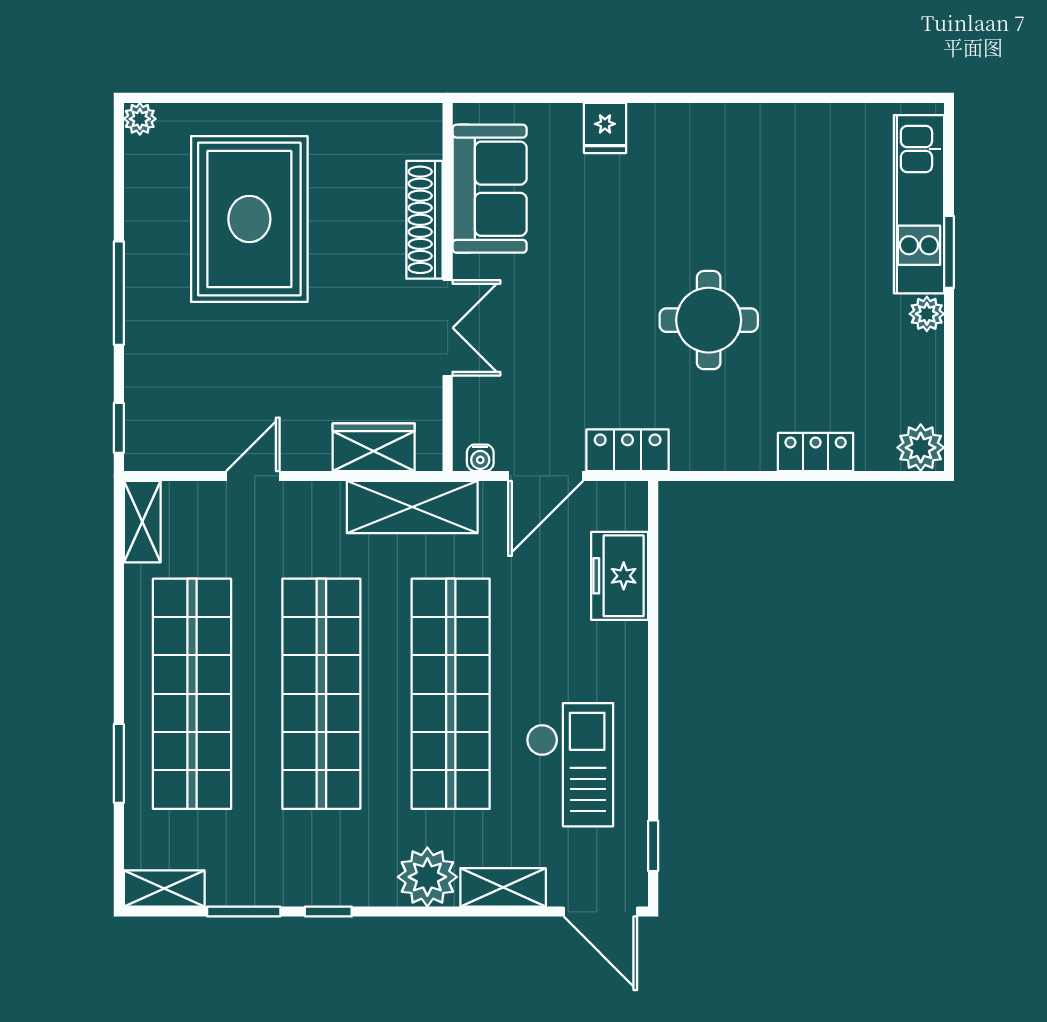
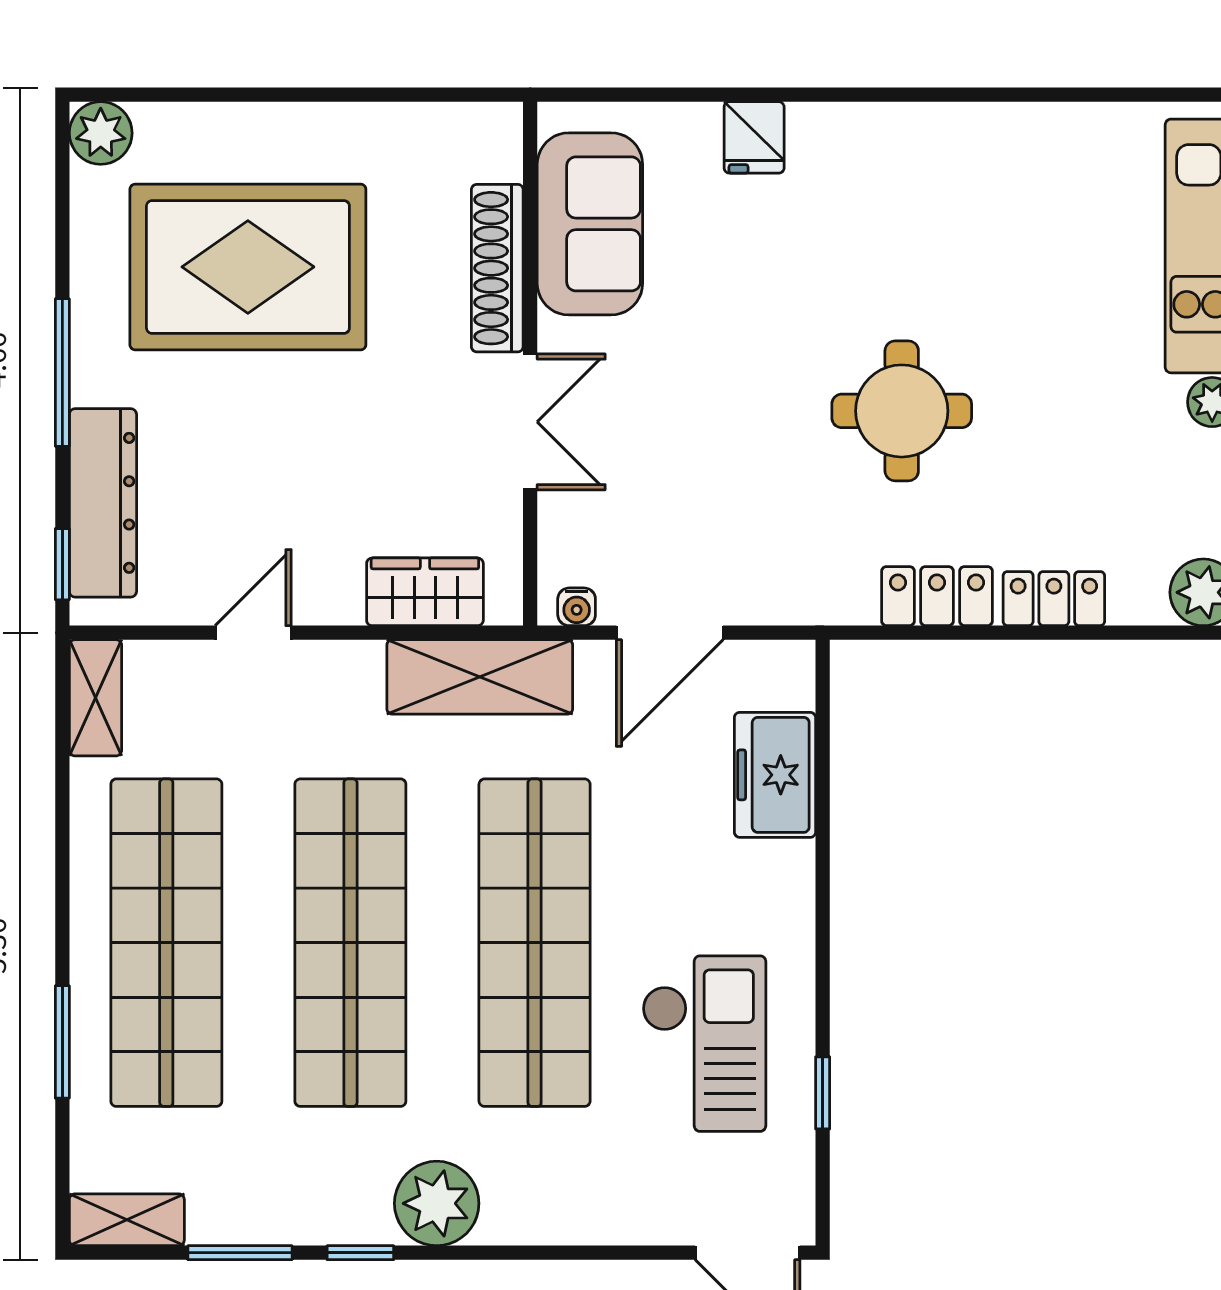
plant: (140, 119) -> (101, 133), width x1.38, depth x1.38
rug: (249, 219) -> (248, 267), turned 90
dresser: (147, 385) -> (103, 503), added
locker: (628, 450) -> (937, 596), moved
window: (653, 846) -> (823, 1093), moved
plant: (427, 877) -> (437, 1203), moved
shelving: (503, 887) -> (609, 1218), removed

